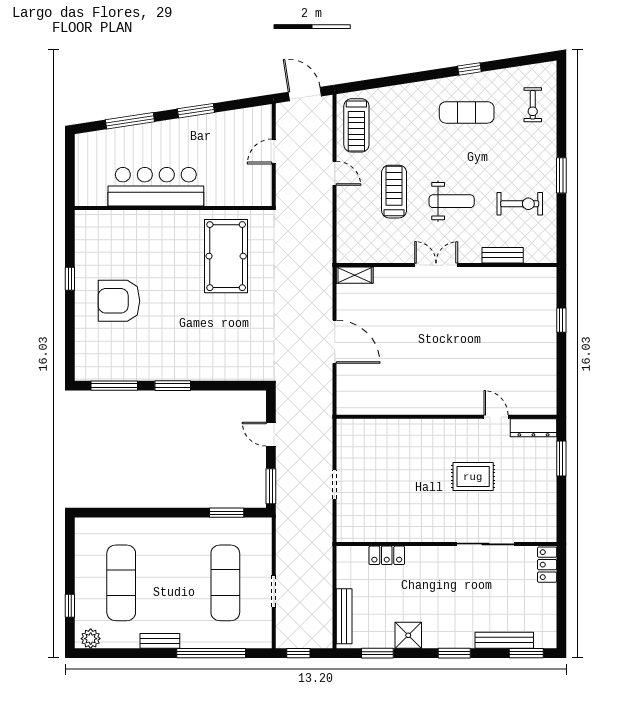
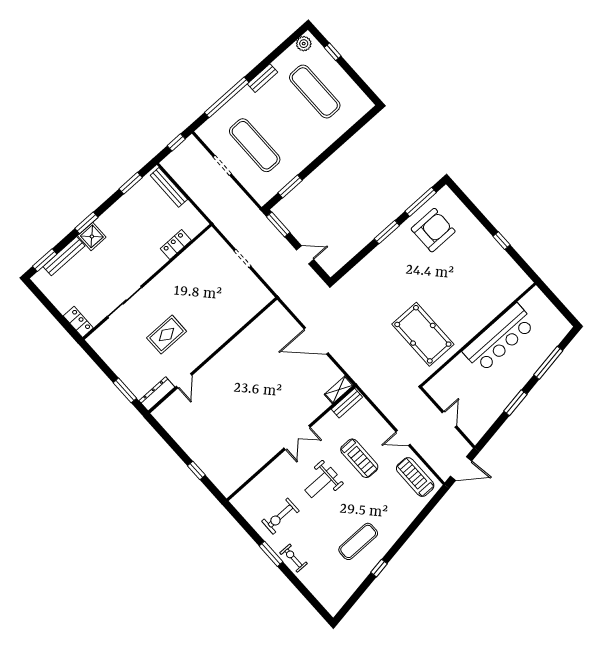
exercise bike: (533, 105) -> (293, 558), moved
bench: (503, 255) -> (347, 403), moved
armchair: (119, 301) -> (433, 230), moved
door: (496, 417) -> (184, 381), hinge flipped
shower: (408, 635) -> (92, 236), moved

